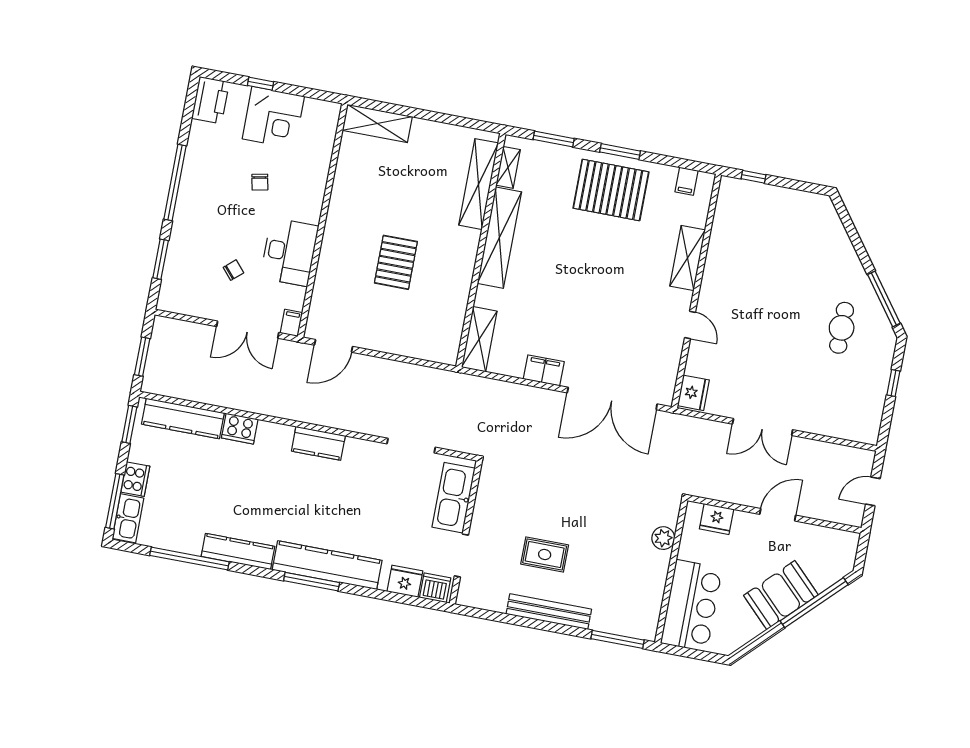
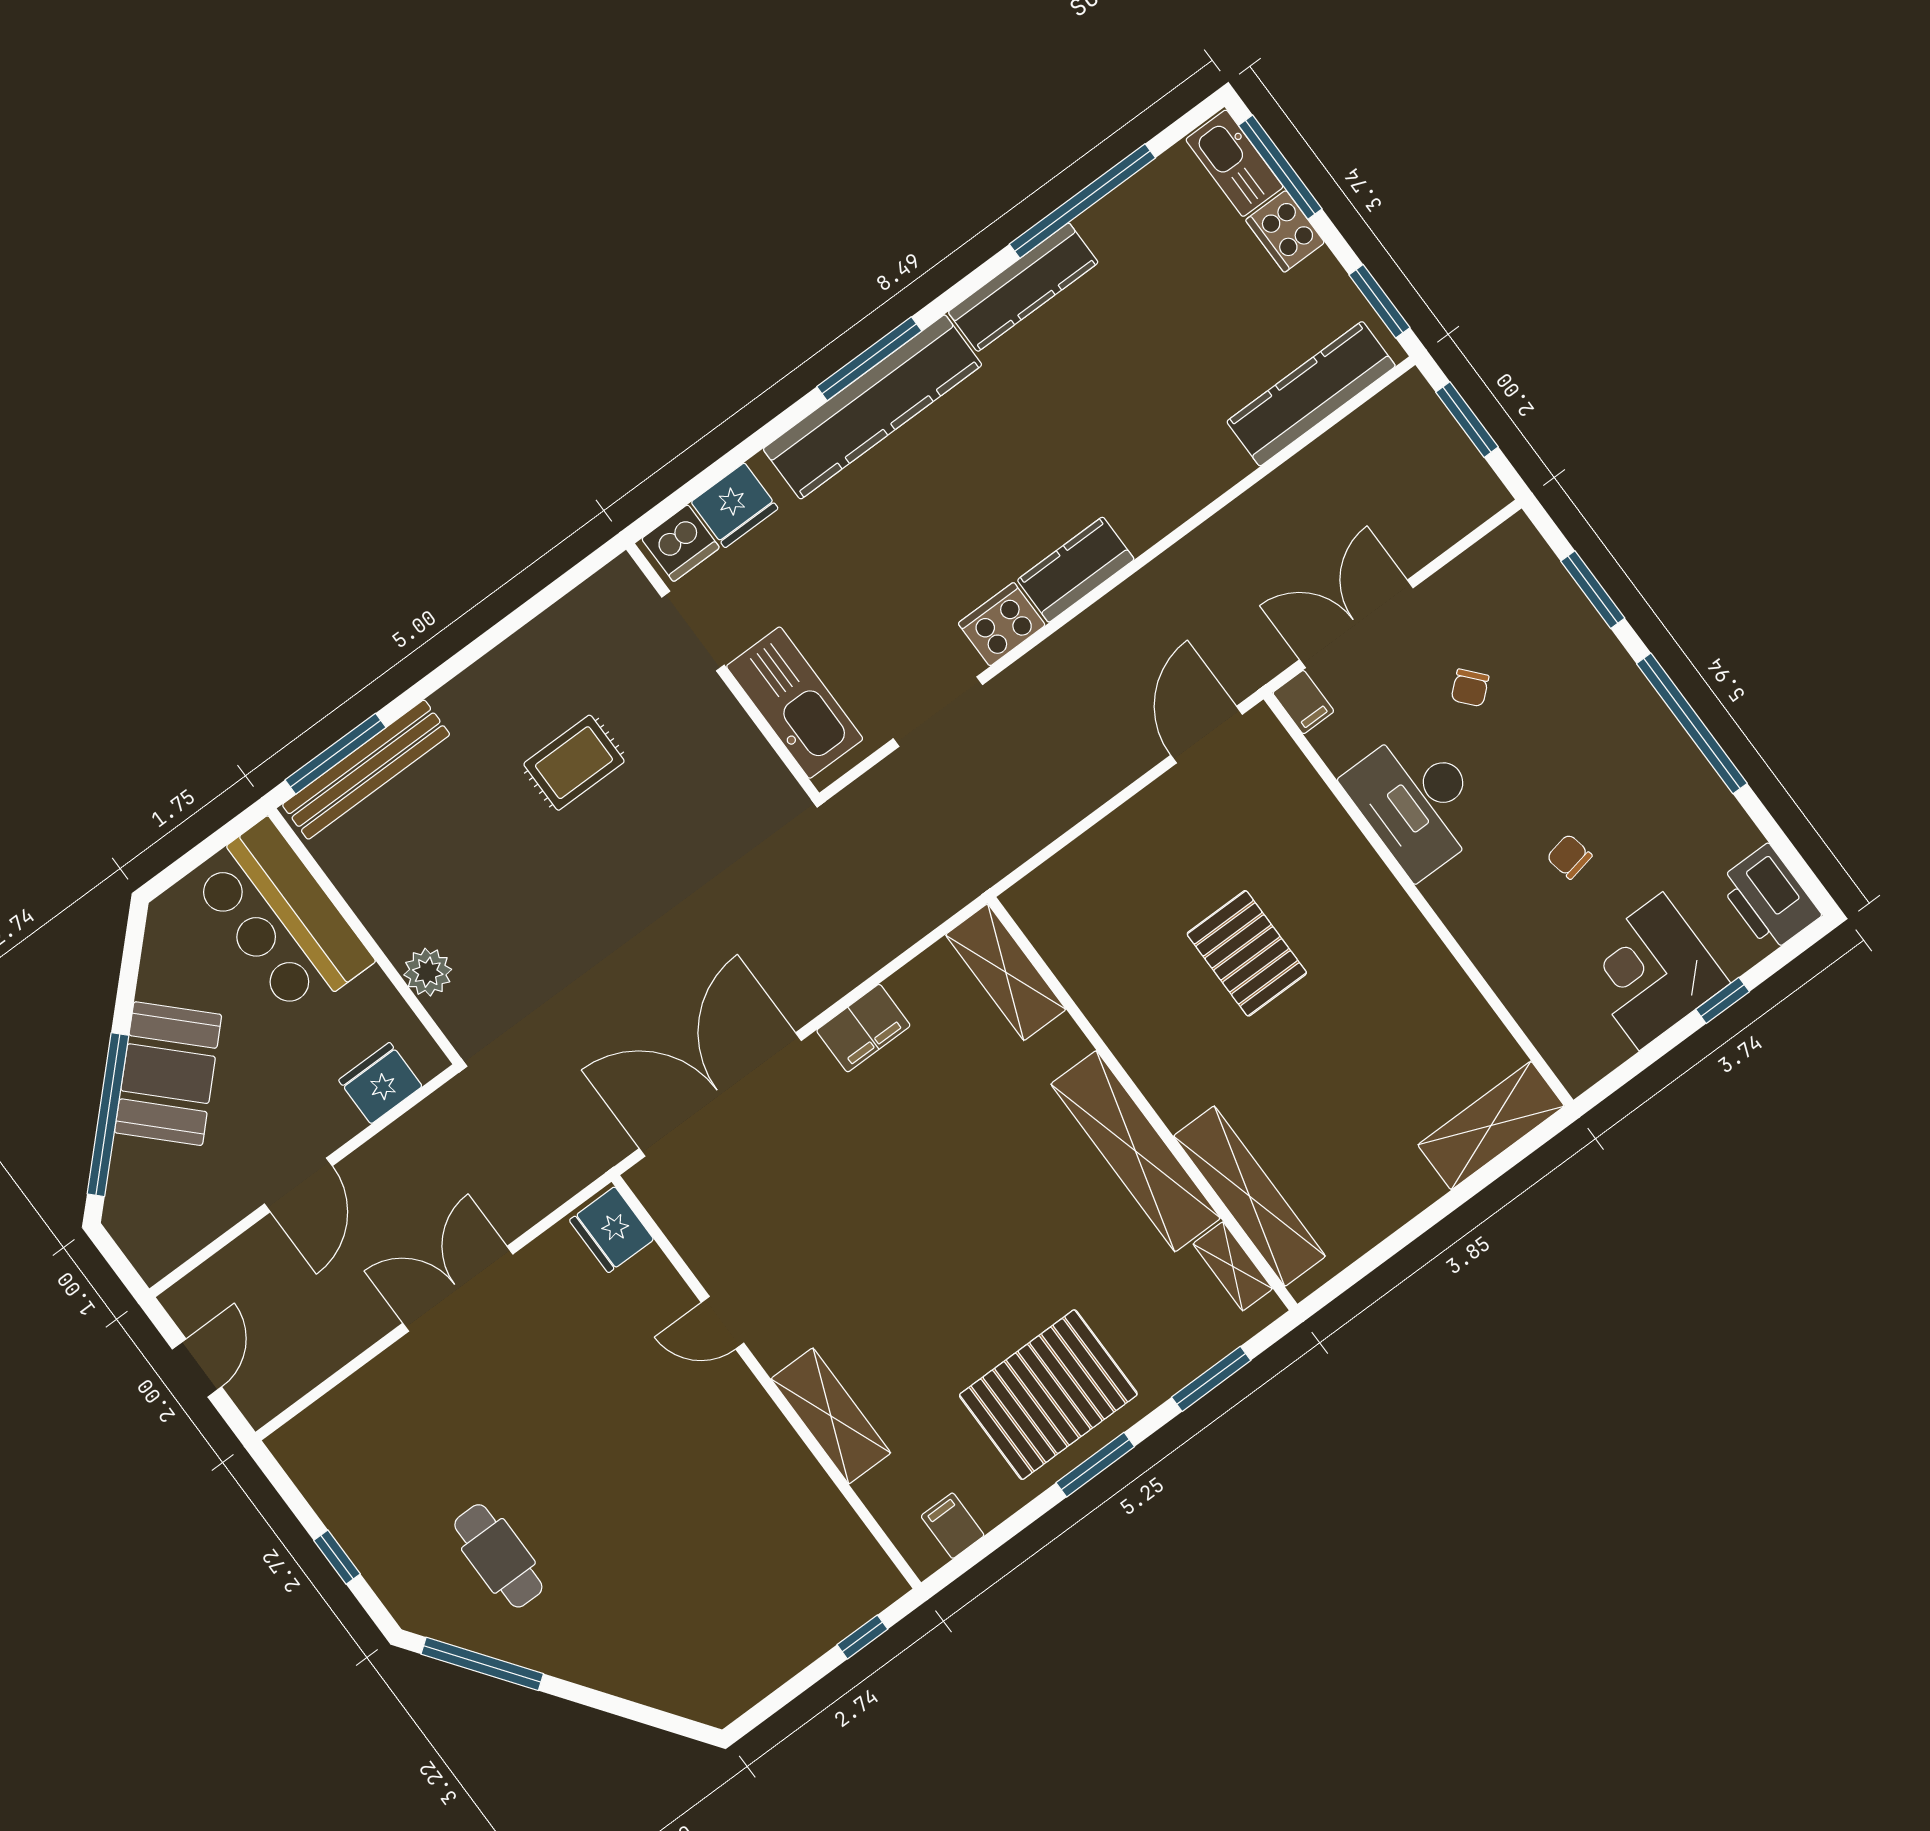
cooker: (240, 429) -> (1002, 624), moved
bench: (549, 612) -> (366, 770), moved

